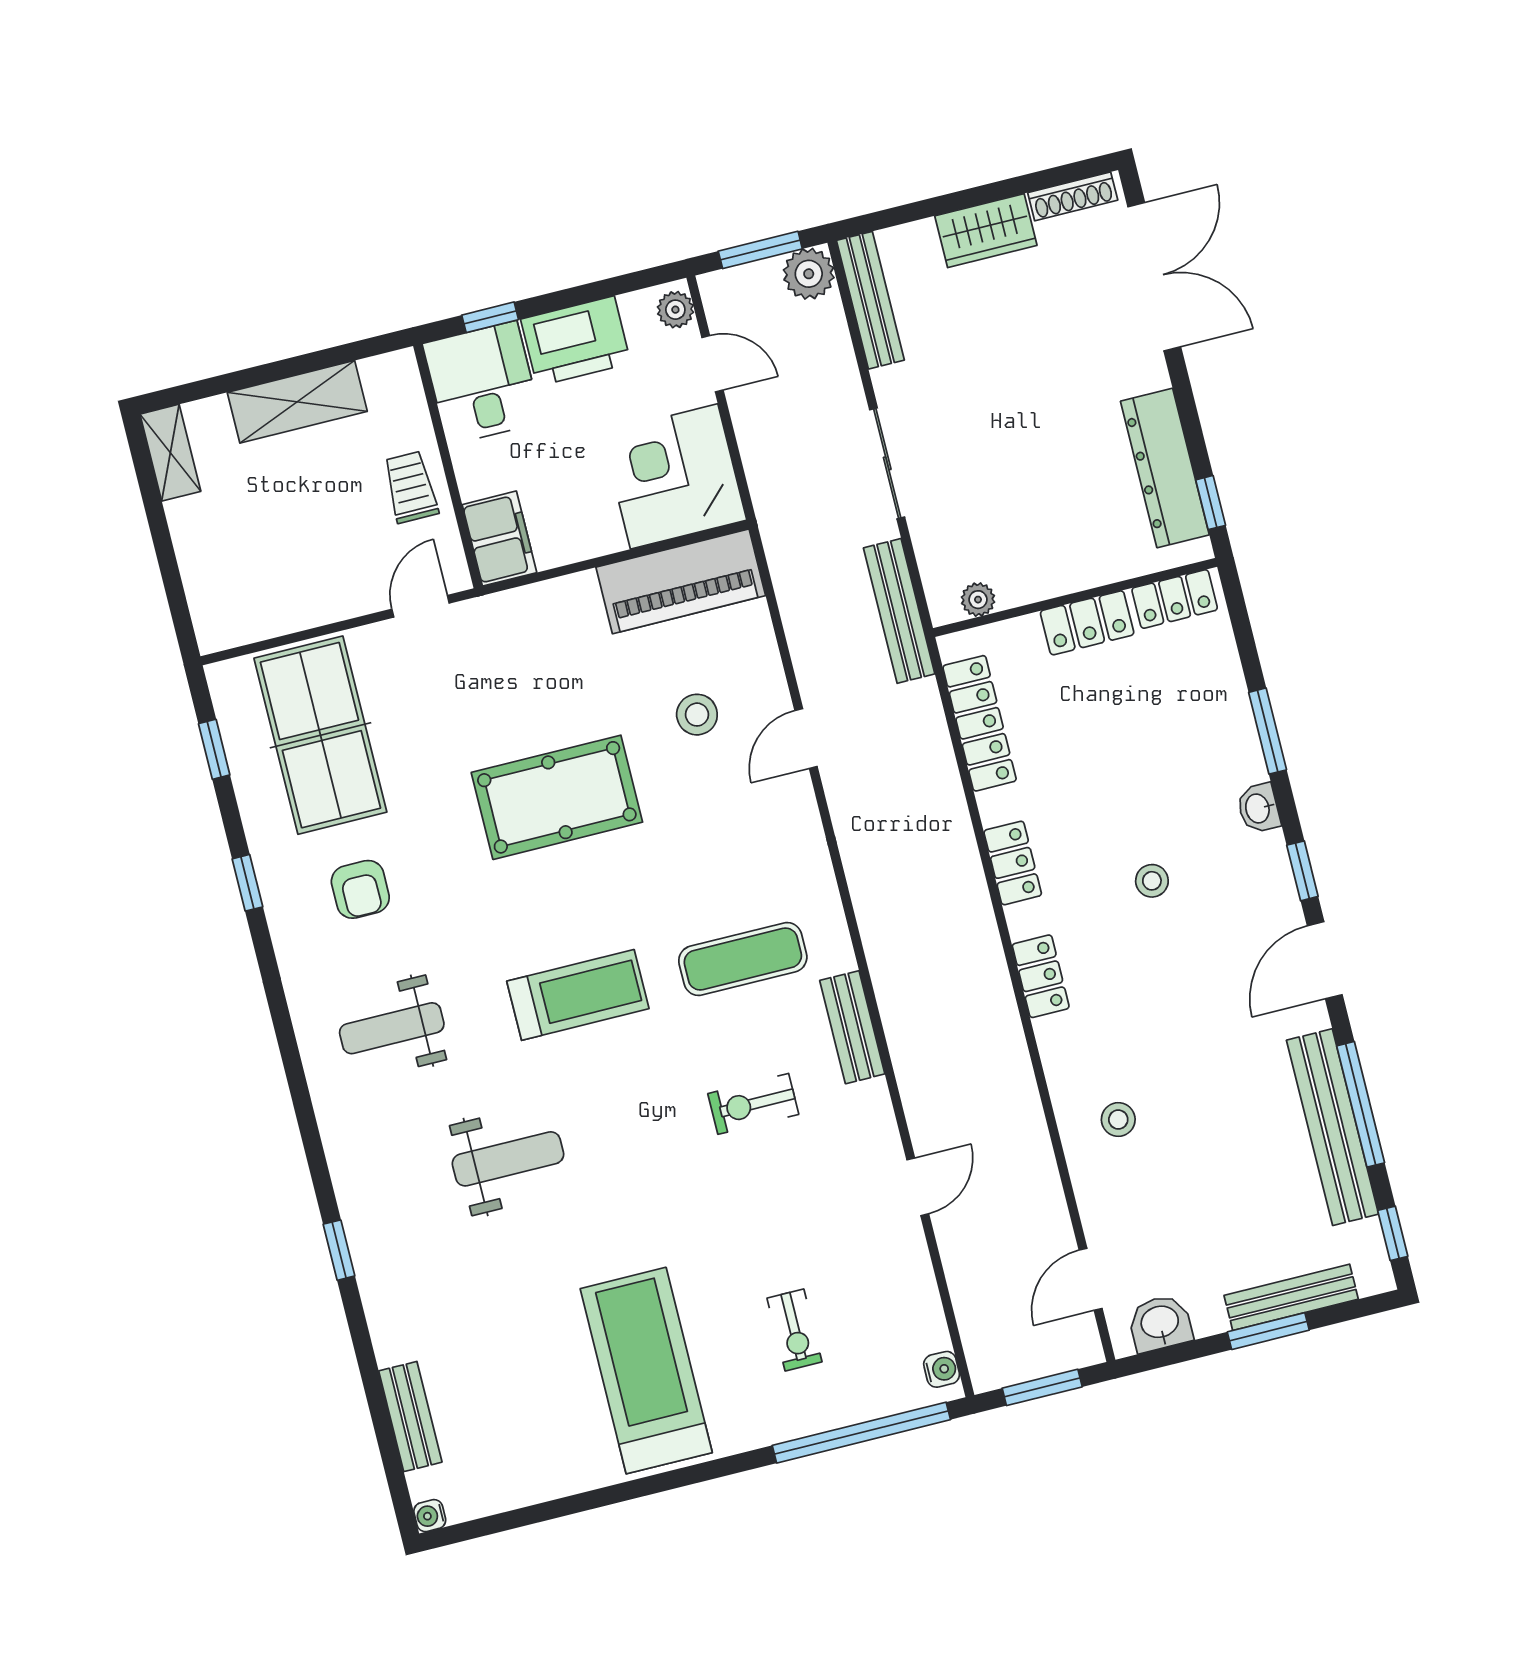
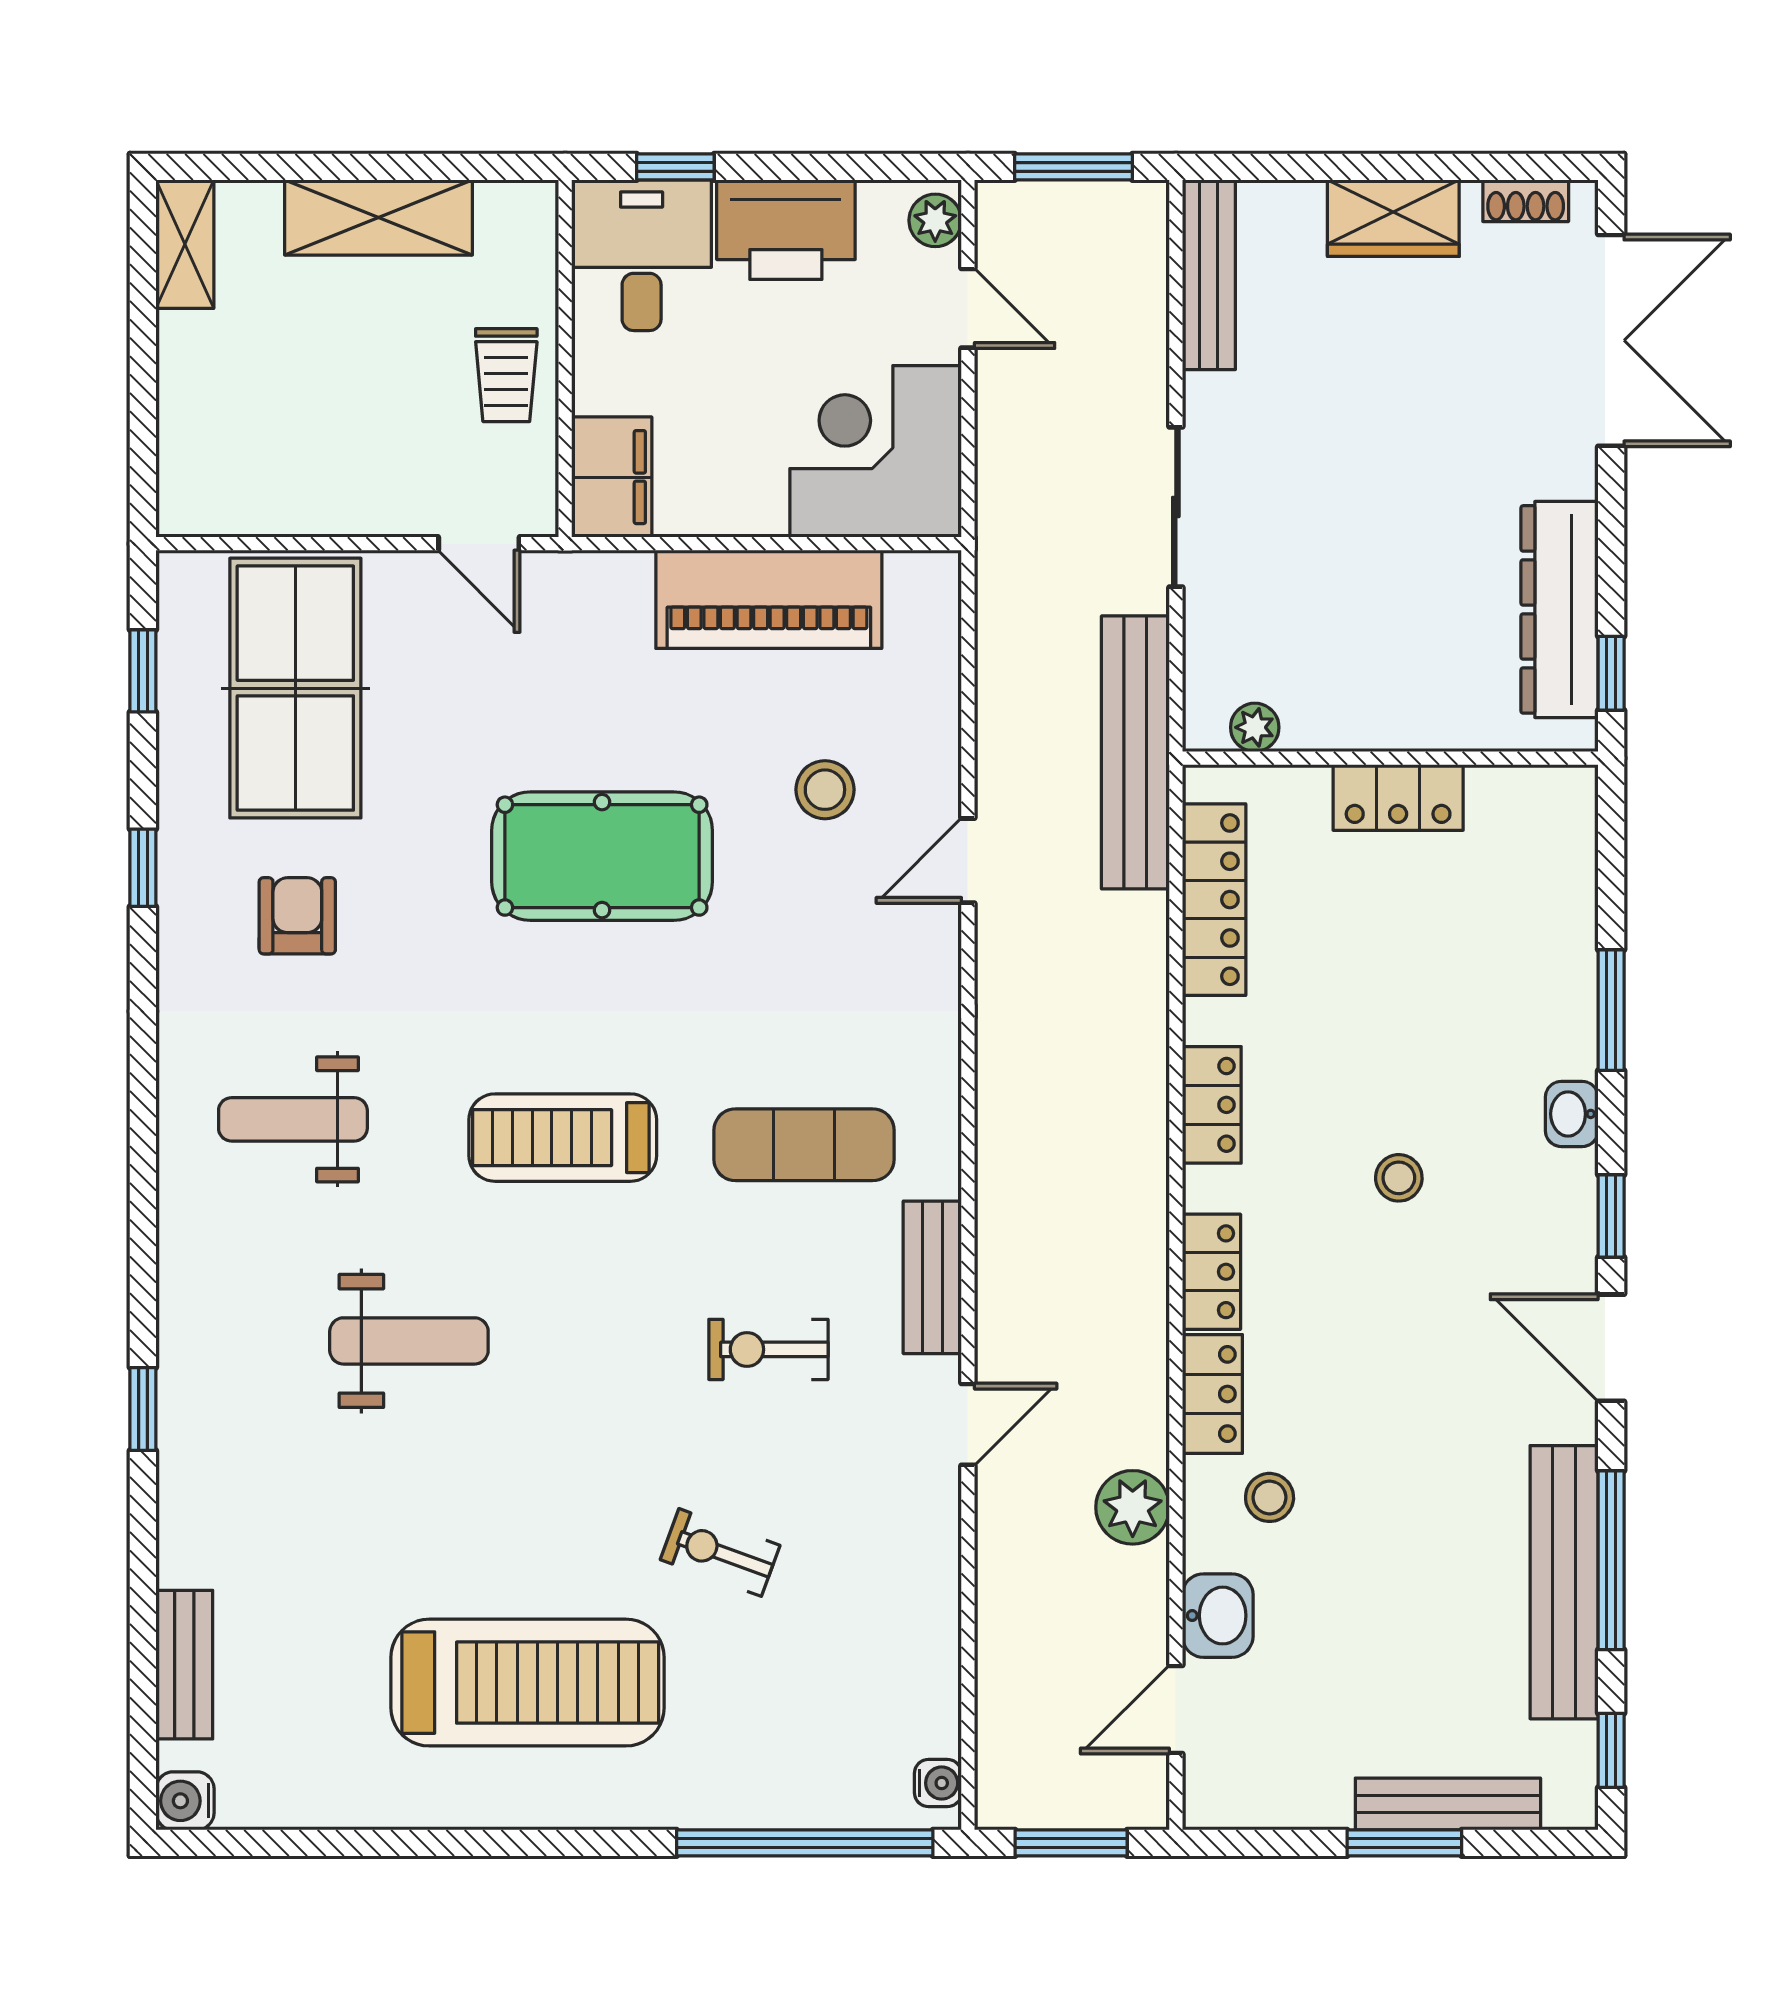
shoe rack: (1073, 196) -> (1526, 201), width x0.70
plant: (809, 274) -> (1133, 1507), moved
trolley: (411, 487) -> (506, 375), turned 180
piano: (681, 581) -> (769, 599), moved
locker: (1175, 599) -> (1212, 1394), moved, turned -90
door: (421, 606) -> (479, 544), swing flipped
bench: (899, 611) -> (1135, 752), width x1.37, depth x1.21
armchair: (360, 889) -> (297, 916), turned 180
door: (1325, 960) -> (1611, 1348), hinge flipped
treadmill: (578, 995) -> (563, 1138), turned 180
door: (918, 1187) -> (968, 1424), moved
washbasin: (1160, 1323) -> (1218, 1616), moved, turned 90
exercise bike: (794, 1330) -> (720, 1552), moved, turned 110
treadmill: (646, 1371) -> (528, 1683), turned 90
water cooler: (430, 1516) -> (185, 1801), width x1.38, depth x1.38

